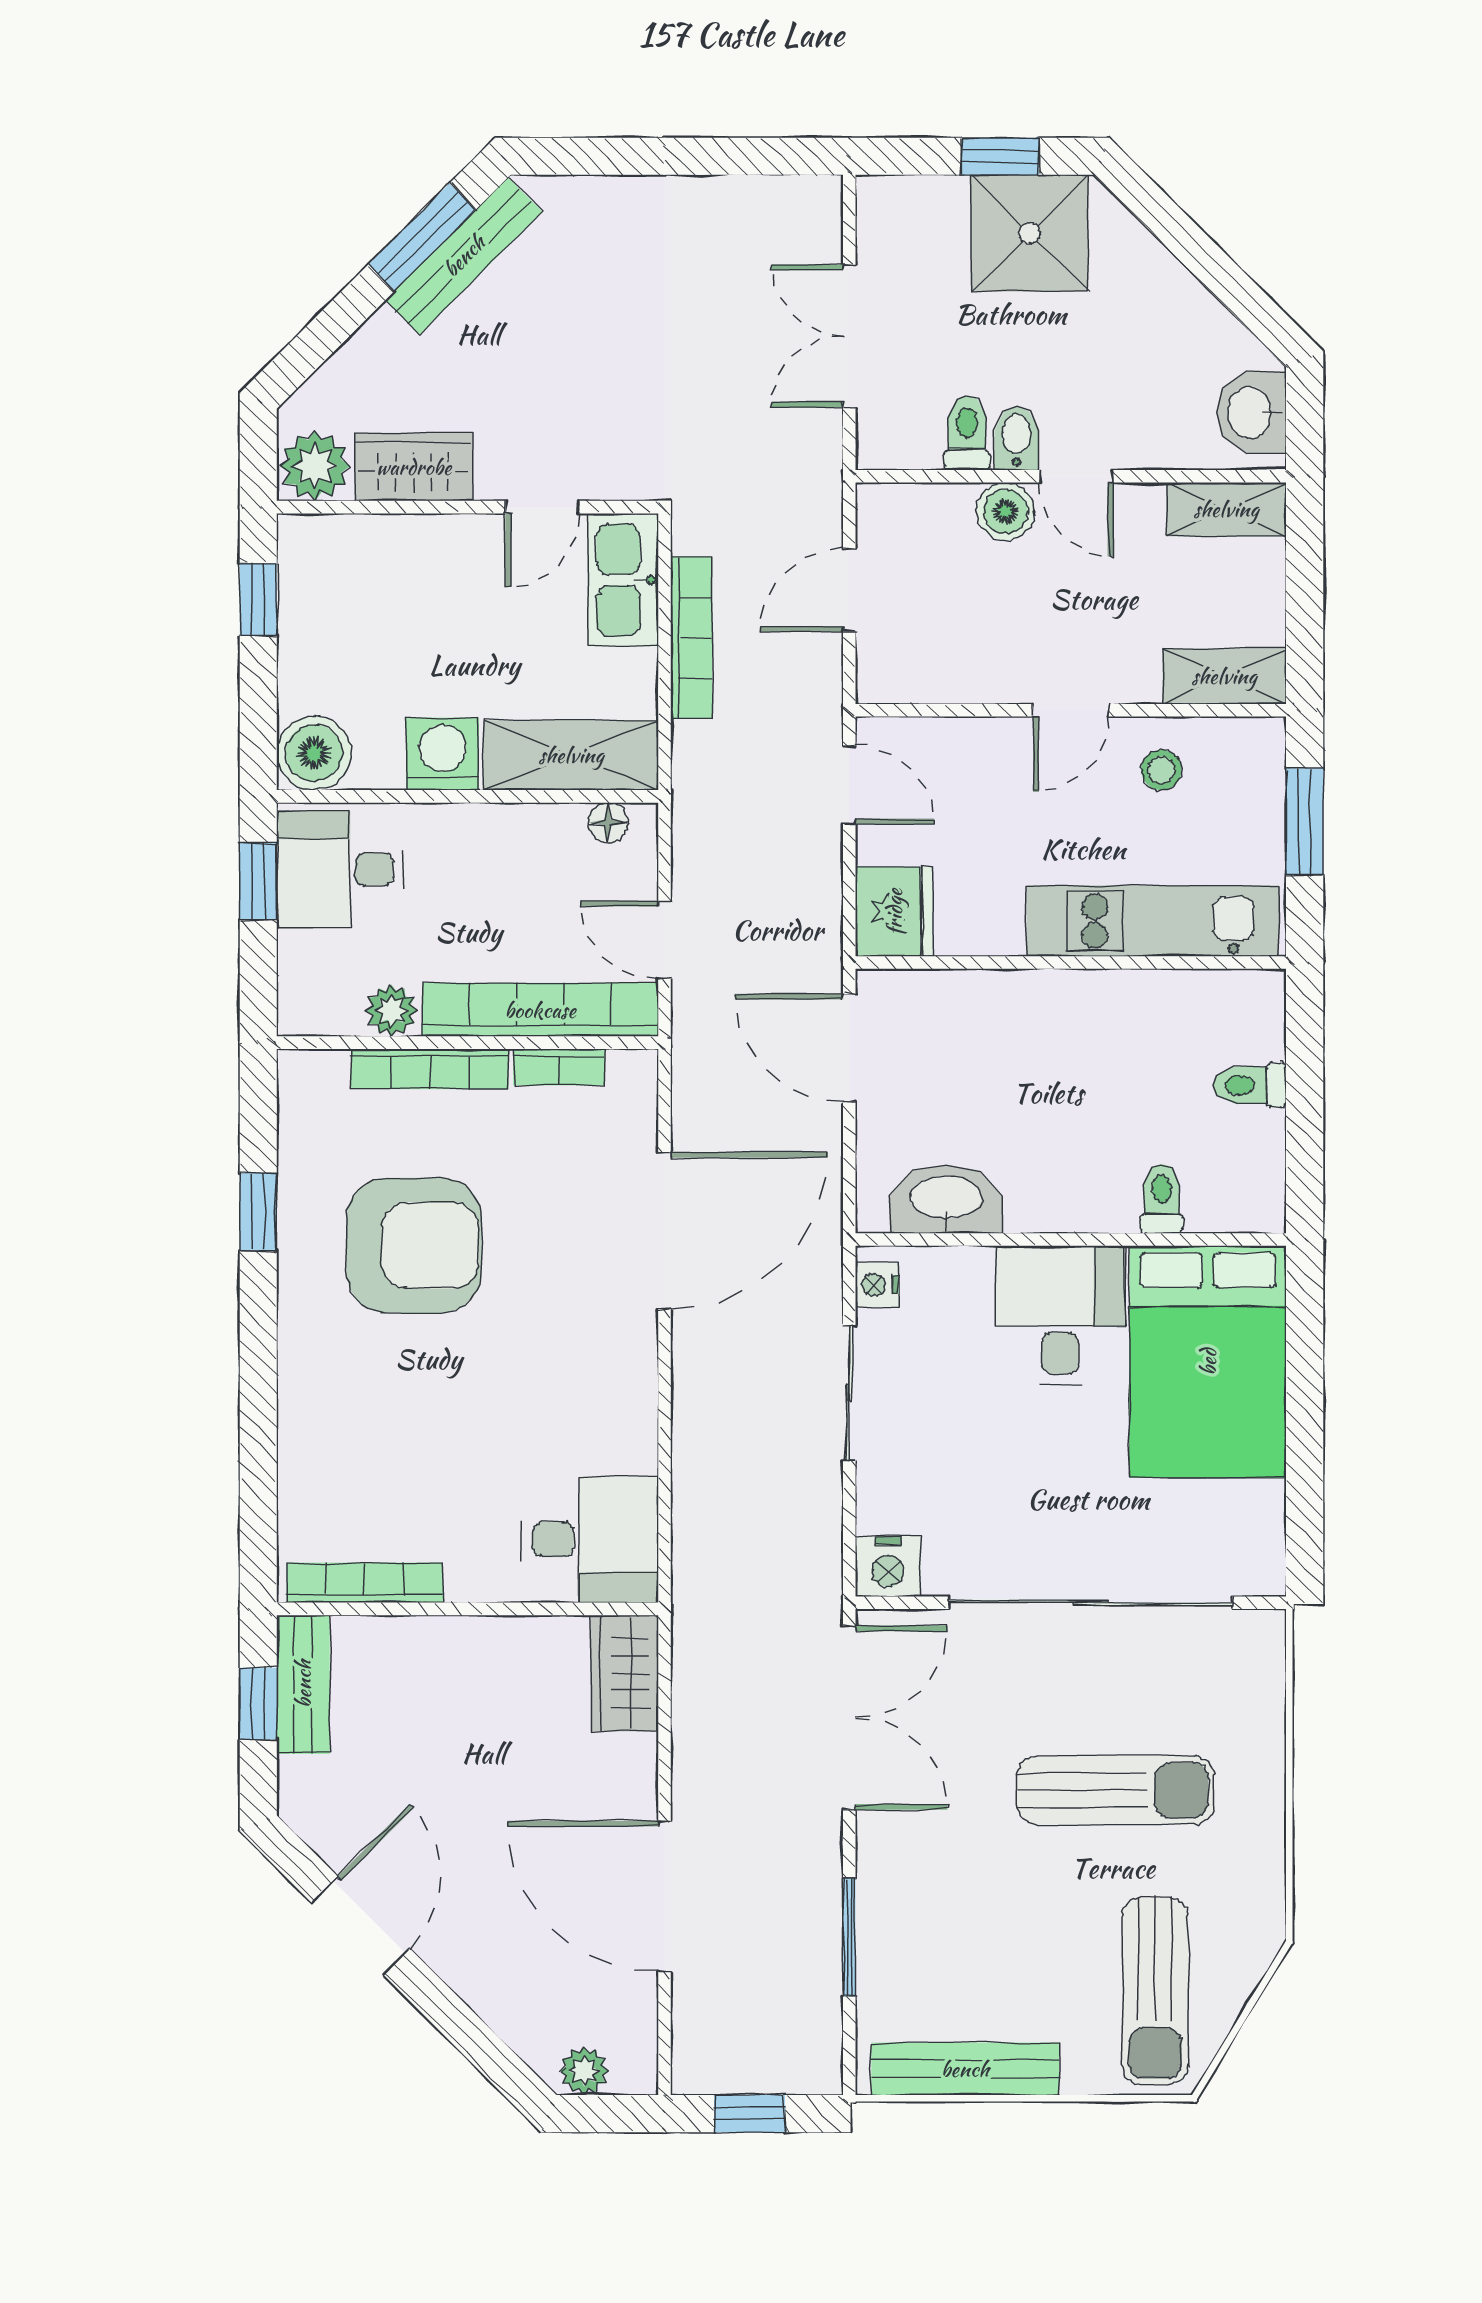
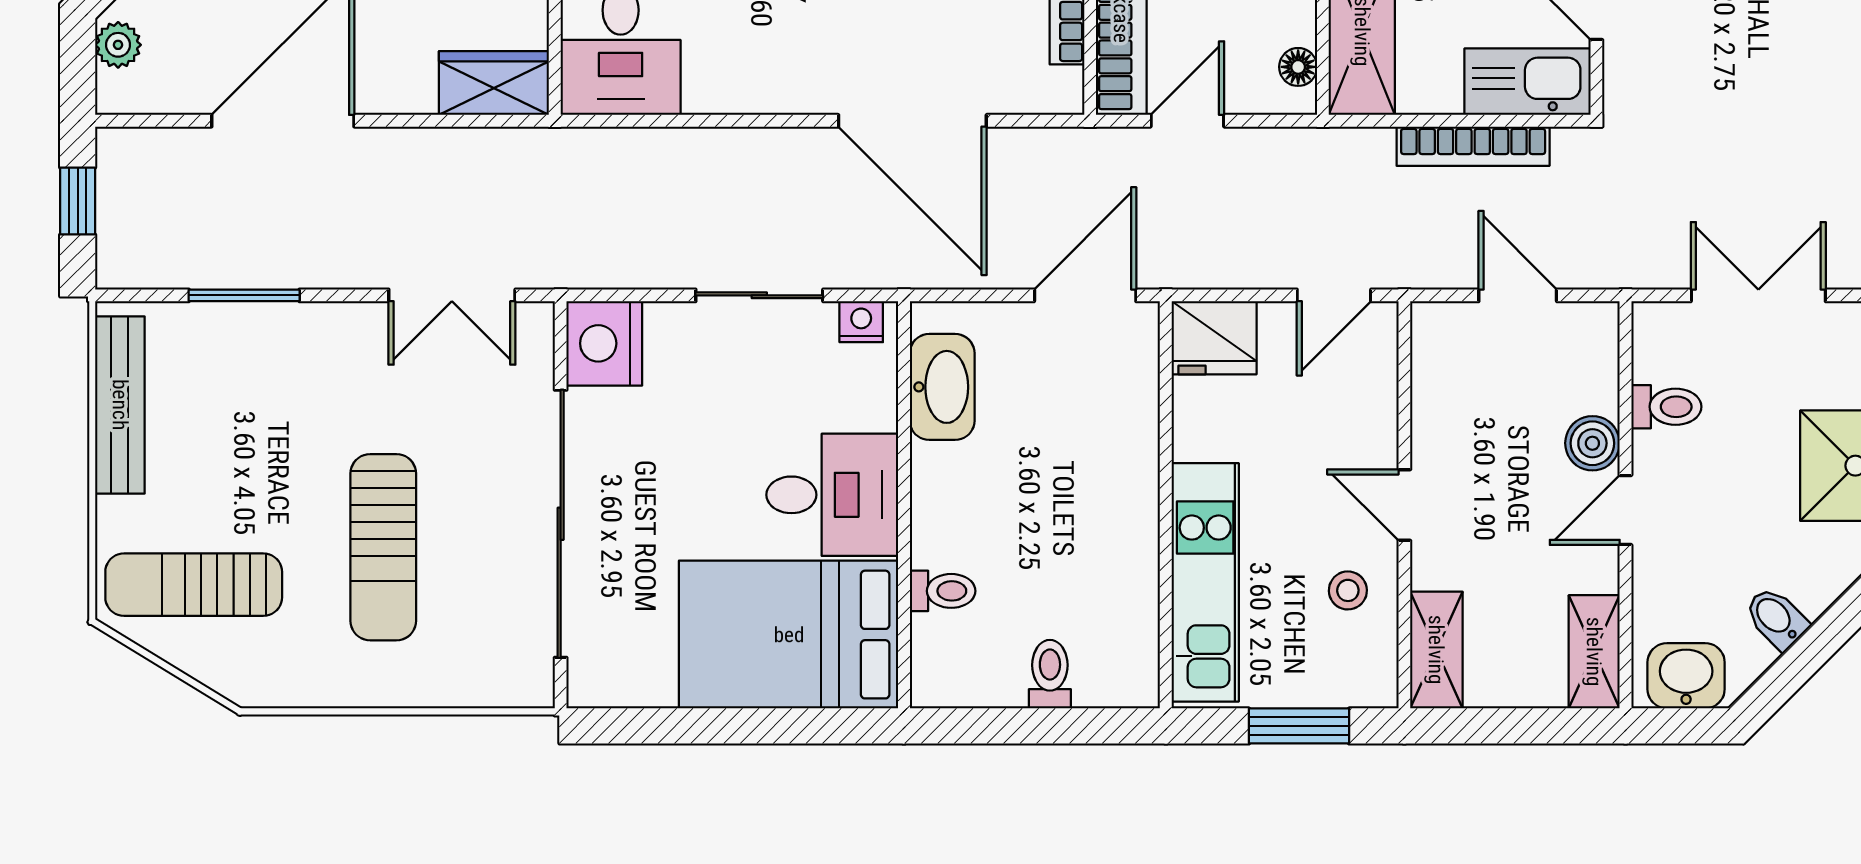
bidet: (1017, 438) -> (1776, 618), moved, turned -135
nightstand: (888, 1566) -> (604, 343), width x1.36, depth x1.33
double door: (849, 1718) -> (452, 295), width x0.73

